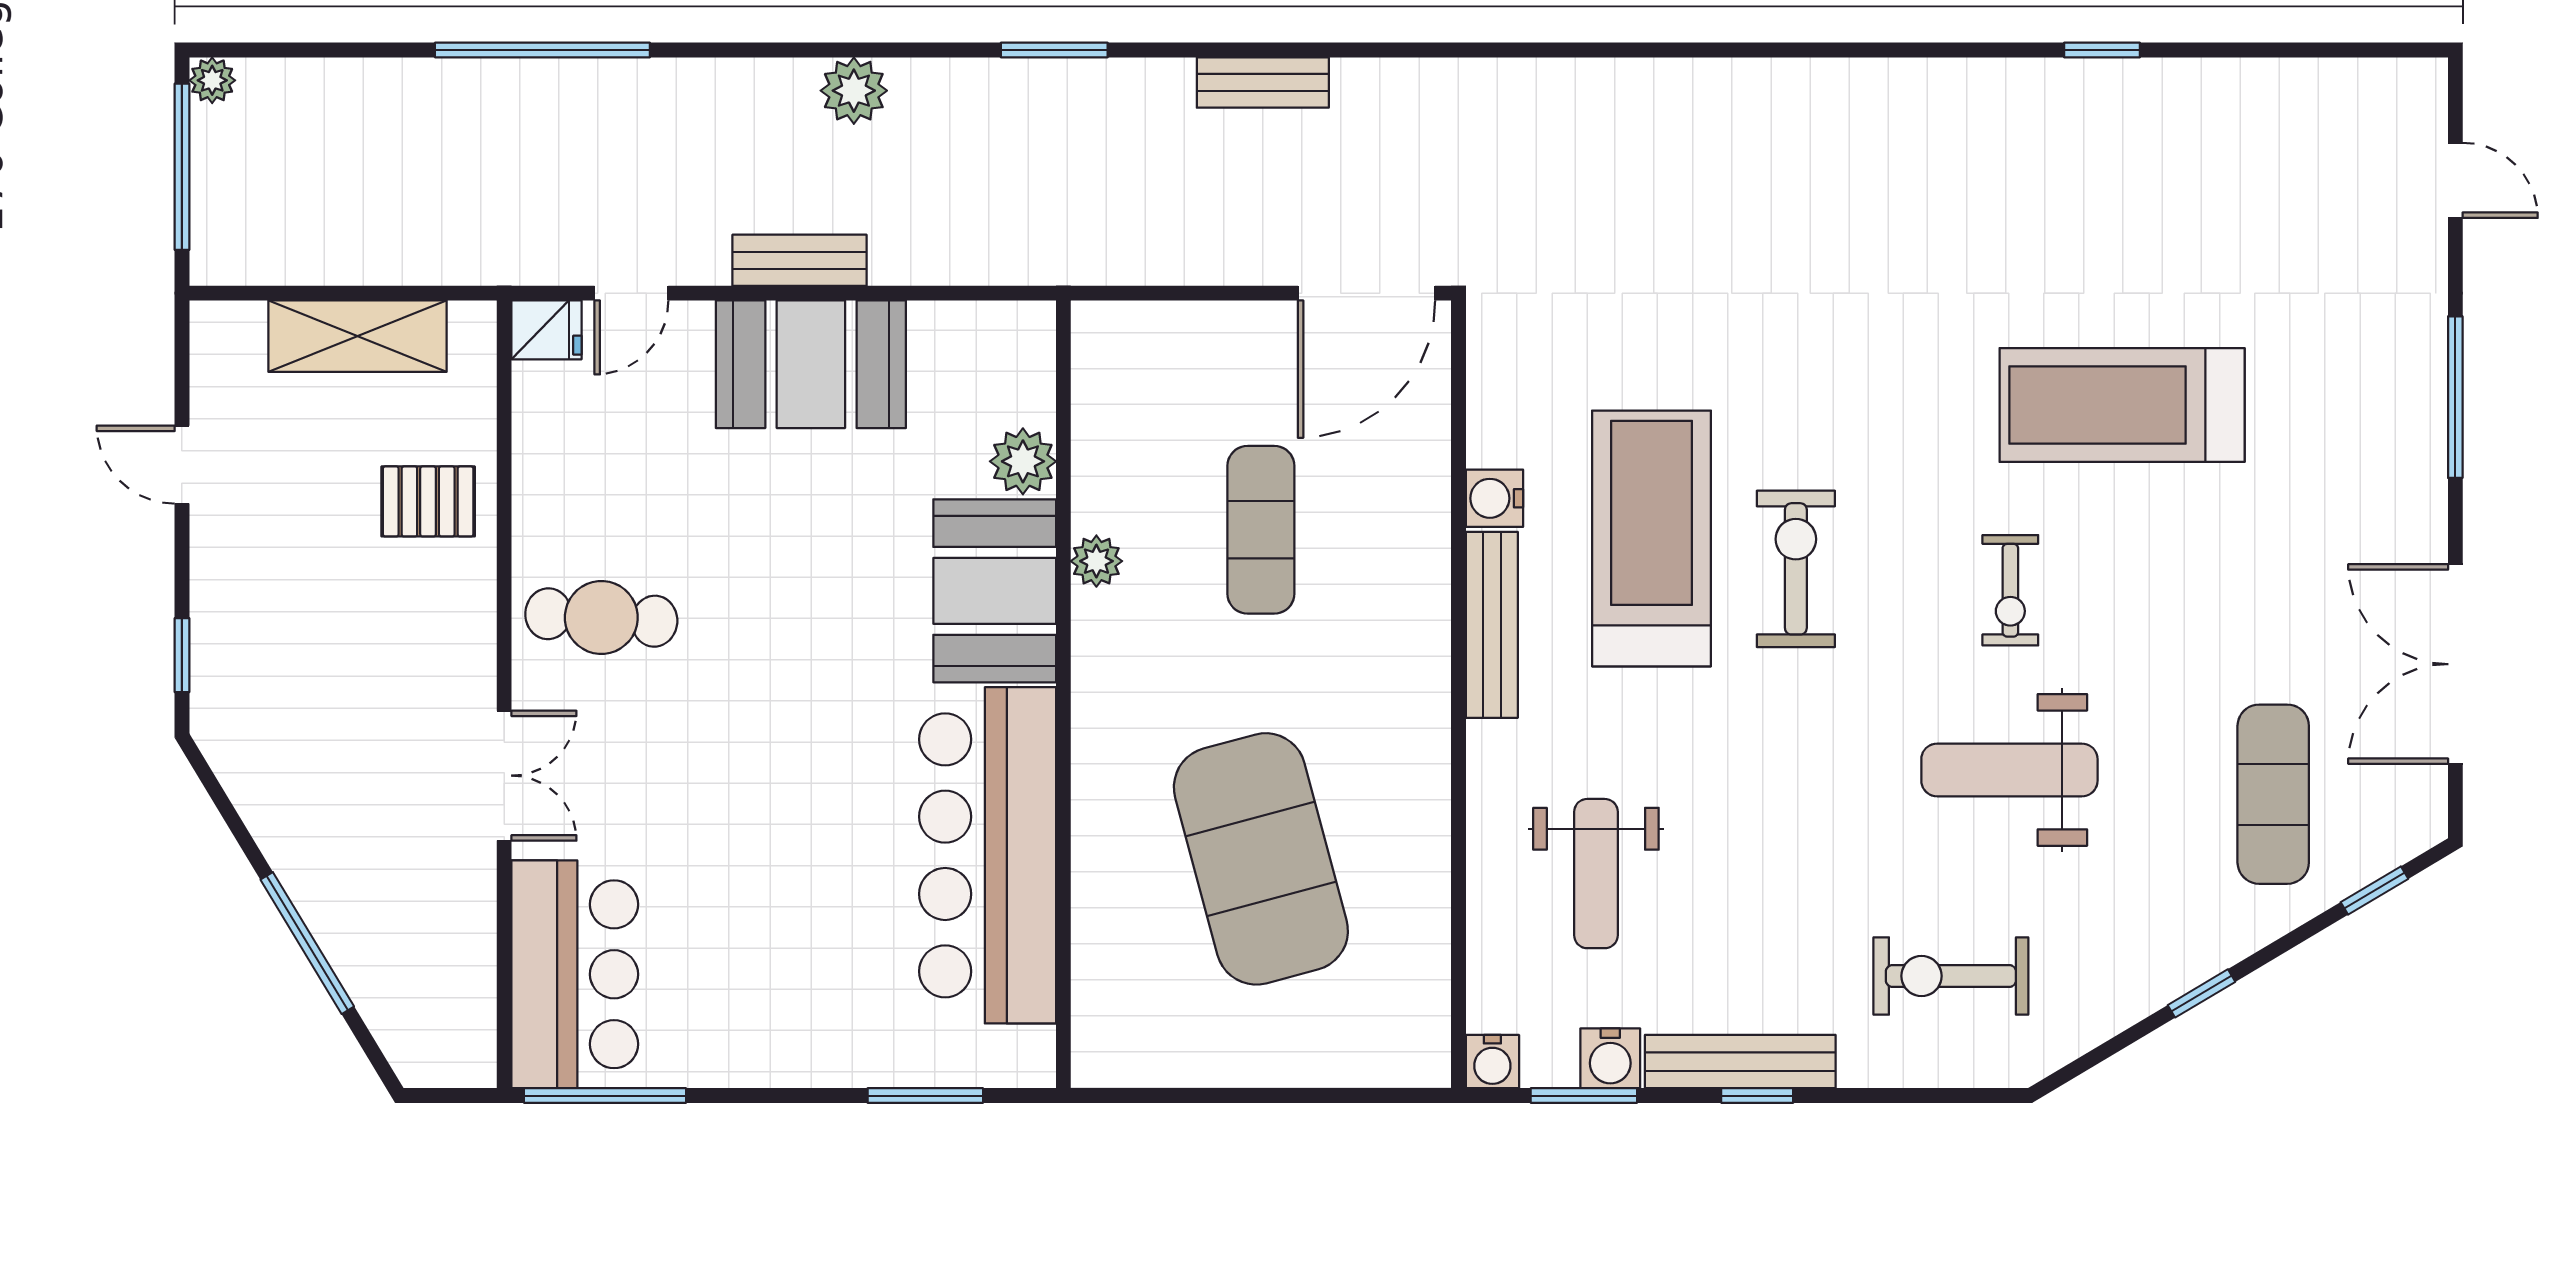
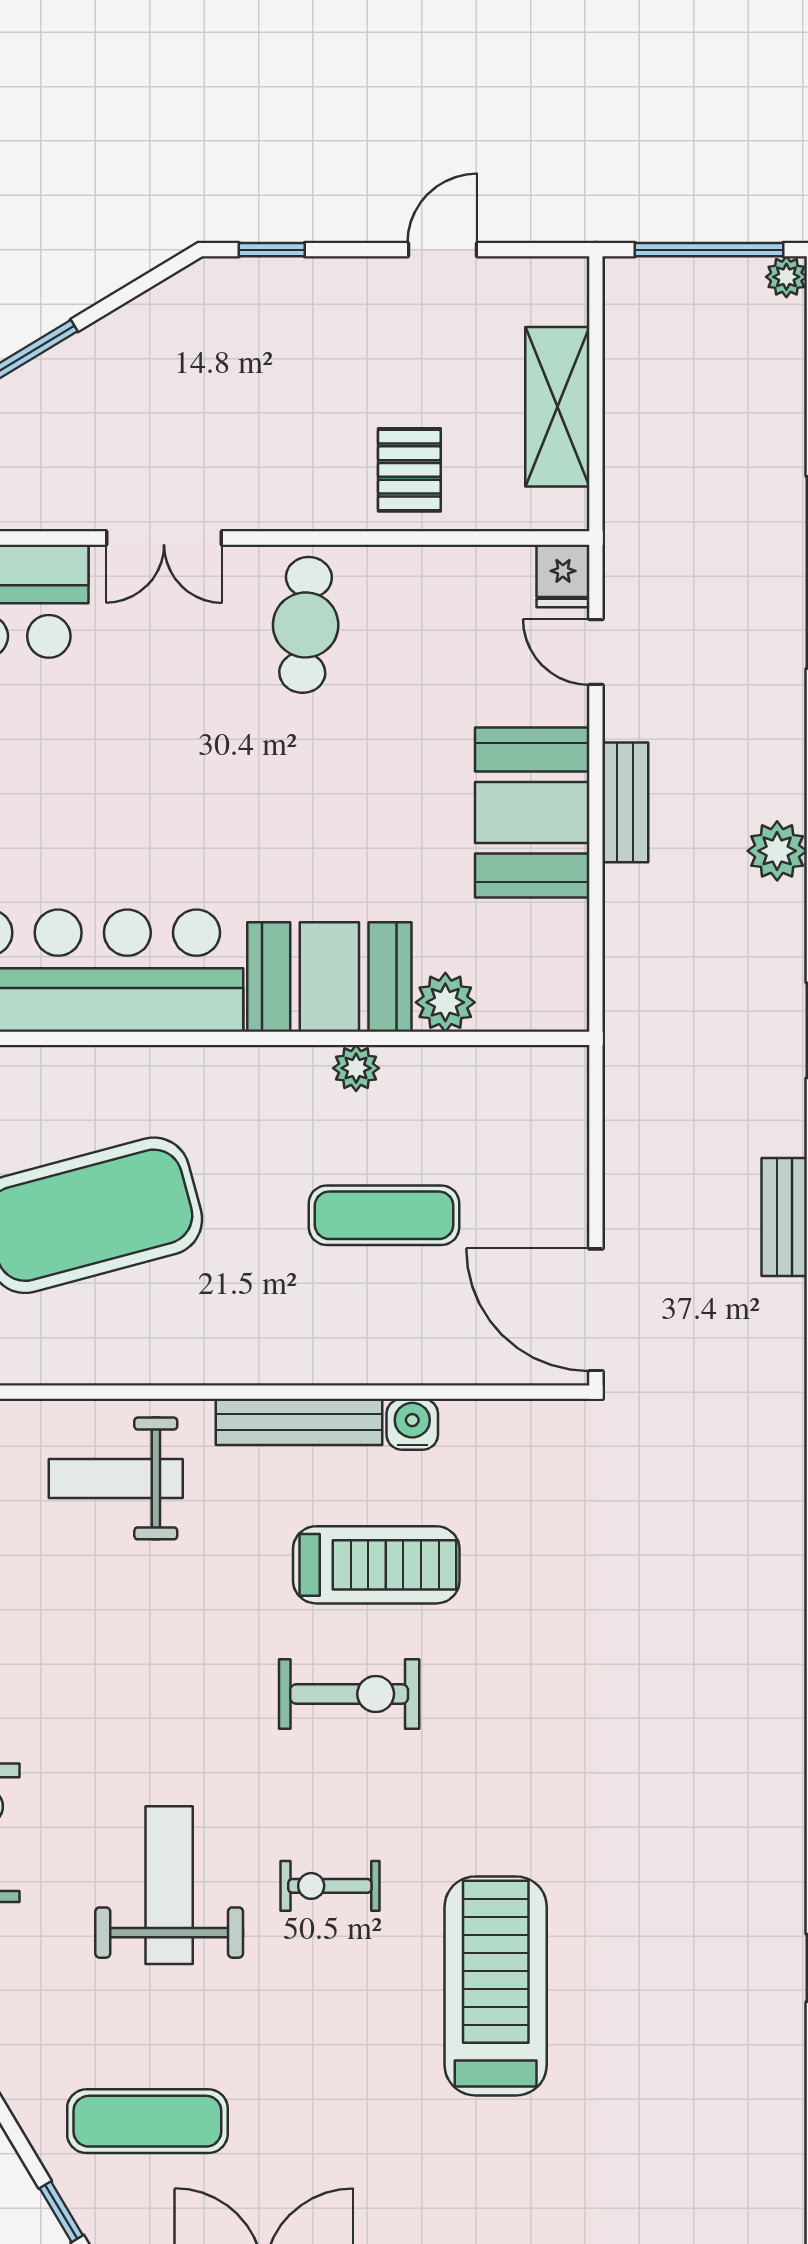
treadmill: (1652, 538) -> (376, 1565), width x0.73, depth x0.73
weight bench: (1596, 874) -> (116, 1478), moved

